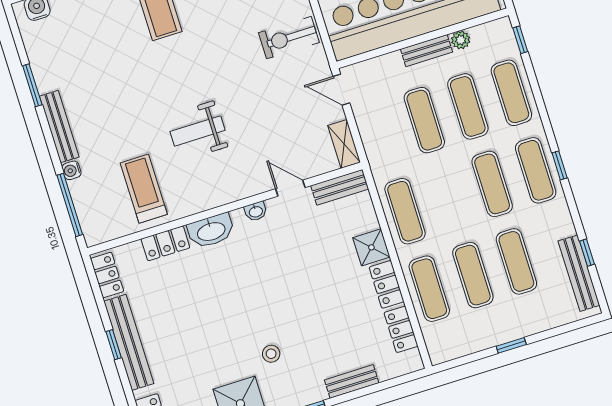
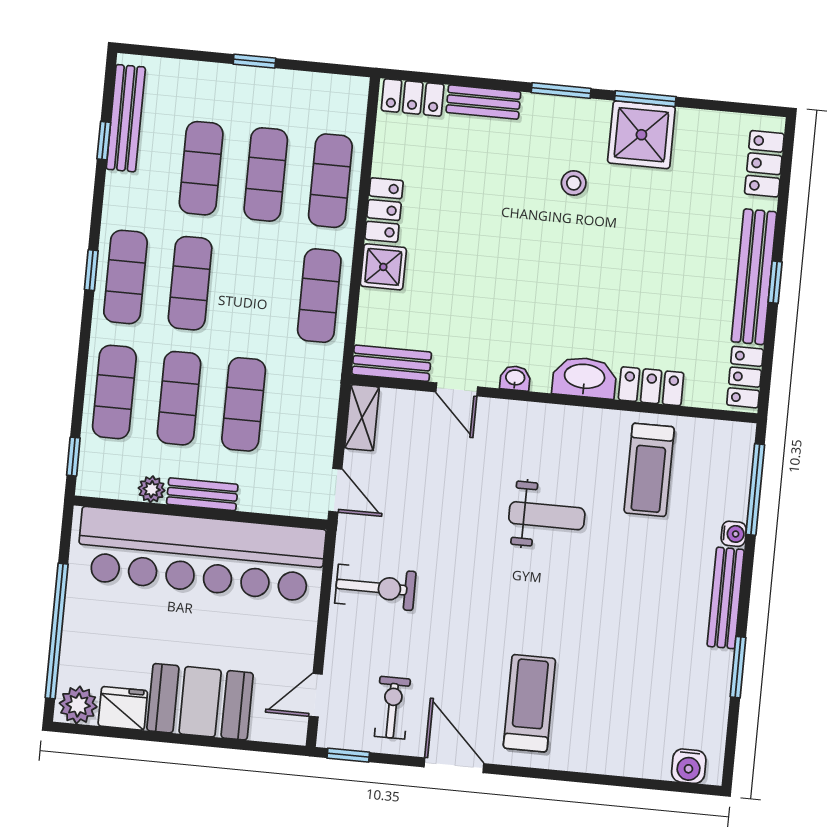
locker: (401, 329) -> (413, 97), moved, turned 90

